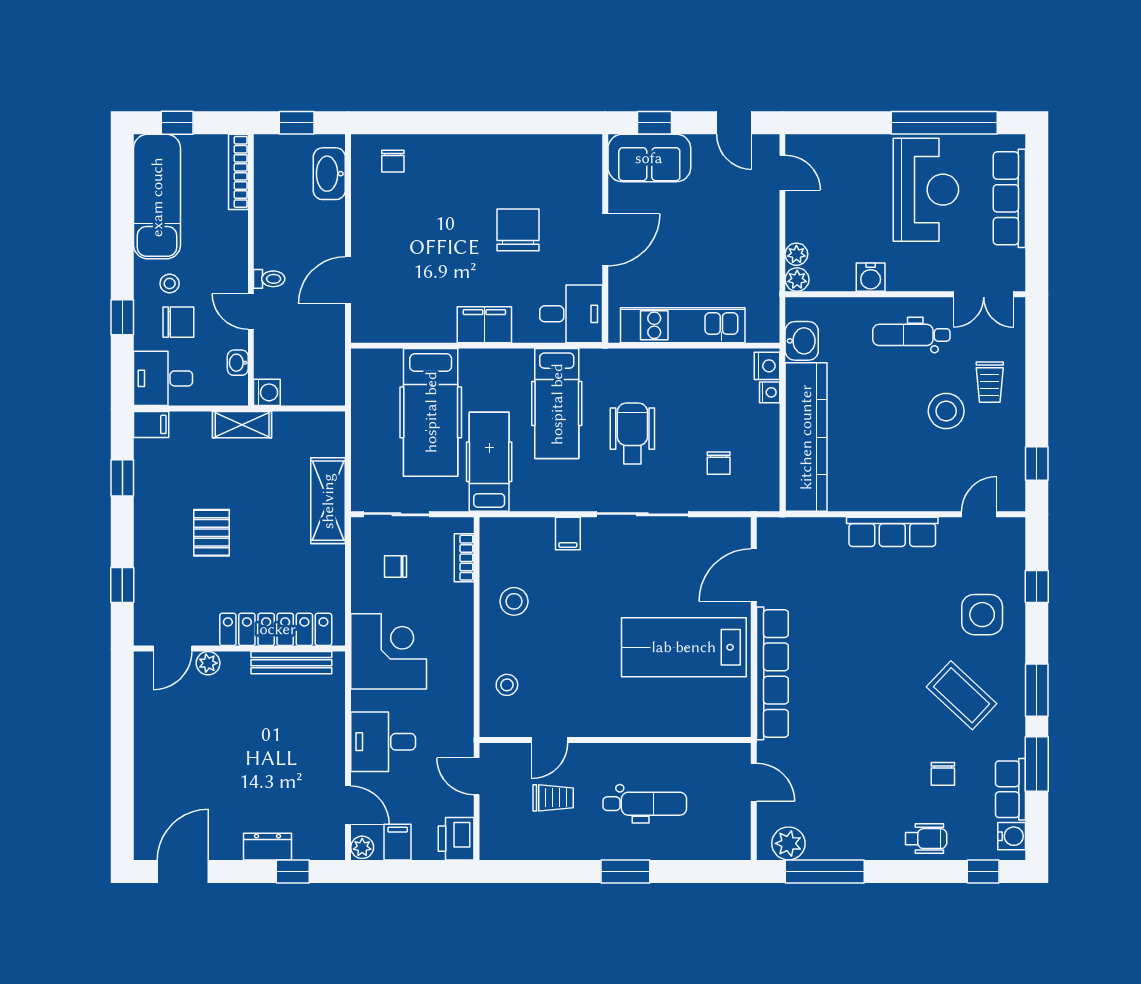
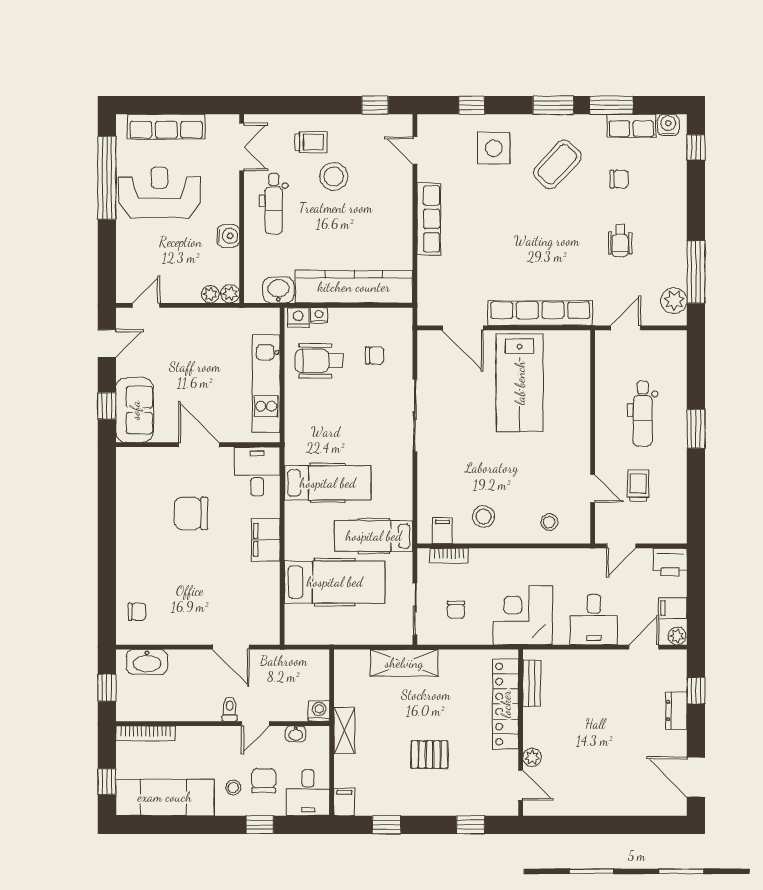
wheelchair: (632, 433) -> (319, 361), moved
filing cabinet: (568, 533) -> (442, 531), moved, turned -90
bench: (291, 663) -> (532, 683), width x0.73
dental chair: (645, 804) -> (643, 414), turned 180
wheelchair: (926, 839) -> (620, 241), moved, turned 180

